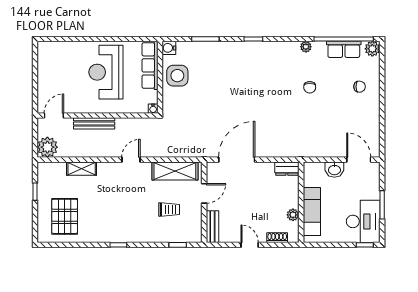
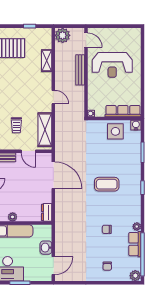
row of seats: (344, 49) -> (135, 244), moved
reception desk: (106, 72) -> (112, 65), moved, turned 180
coffee table: (249, 87) -> (107, 184), added

